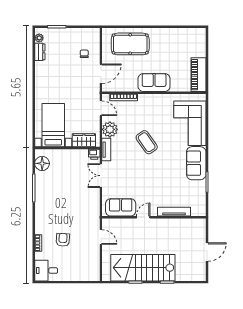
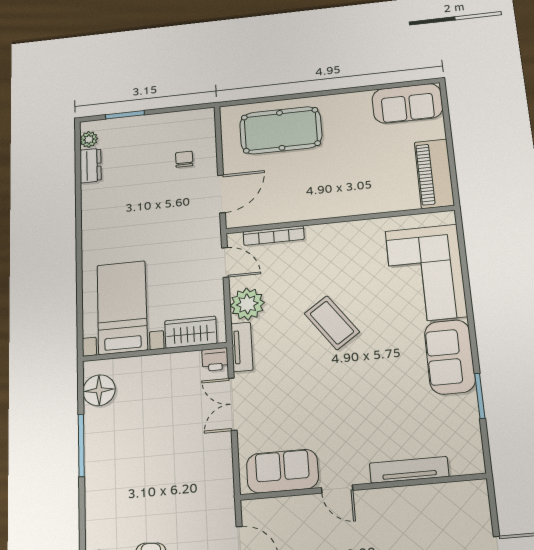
sofa: (154, 82) -> (407, 103), moved, turned 180
door: (143, 217) -> (337, 489), swing flipped

